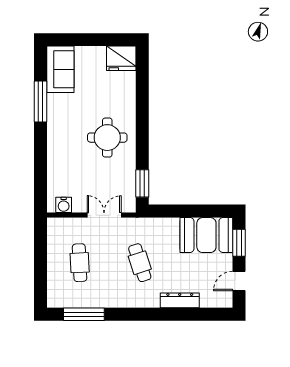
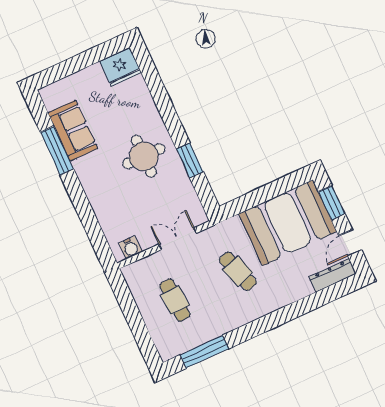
sofa: (60, 69) -> (73, 131), moved
window: (142, 183) -> (190, 160), moved
booth: (206, 235) -> (288, 223), width x1.36, depth x1.42
dresser: (180, 300) -> (333, 275), moved

